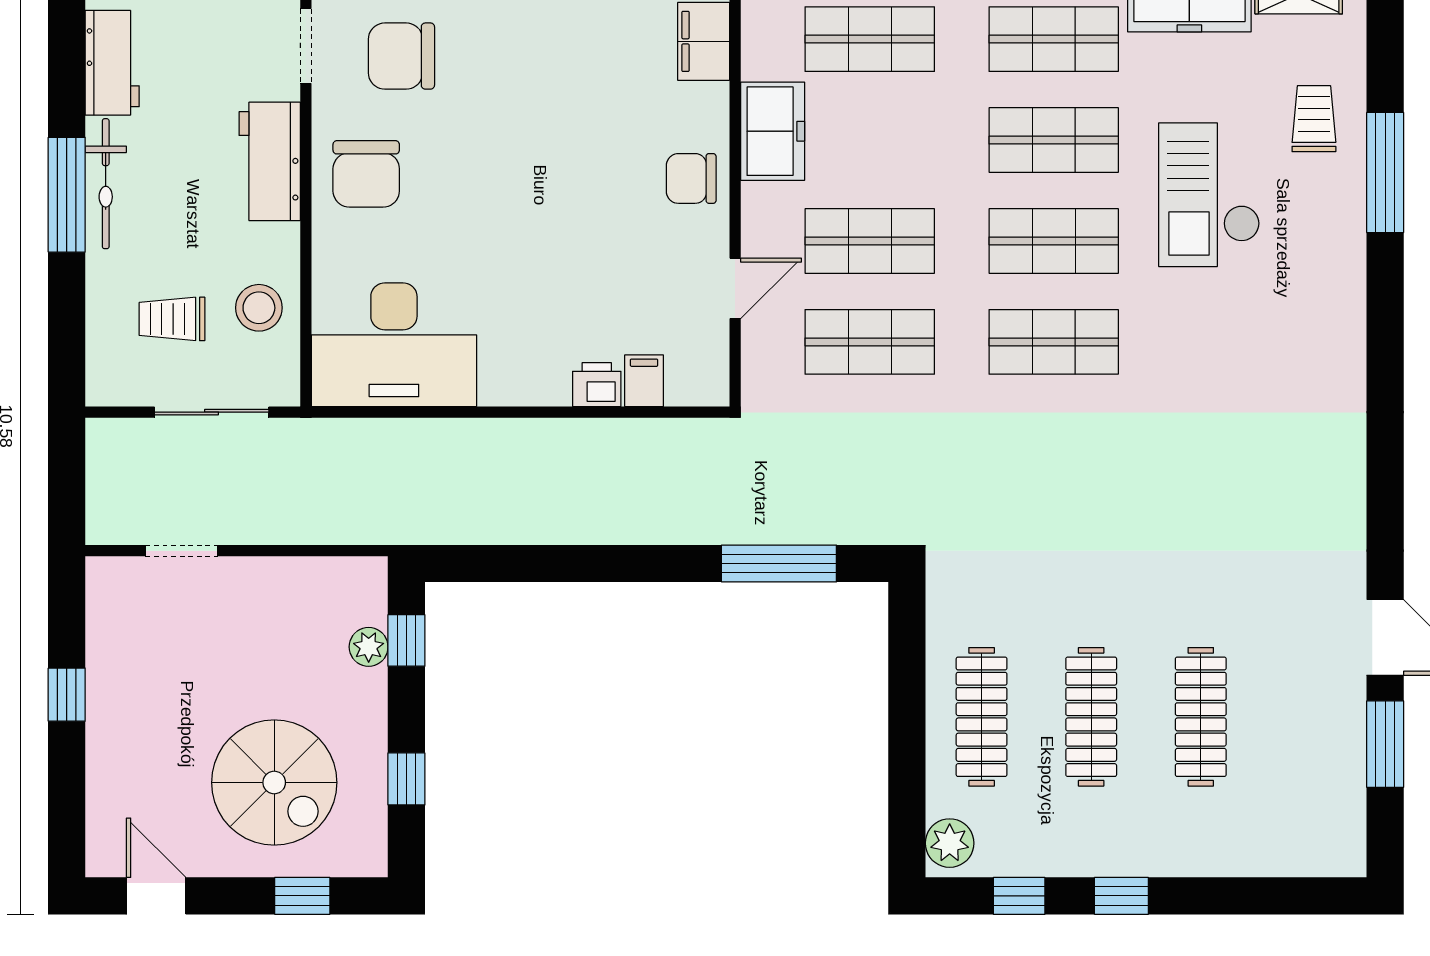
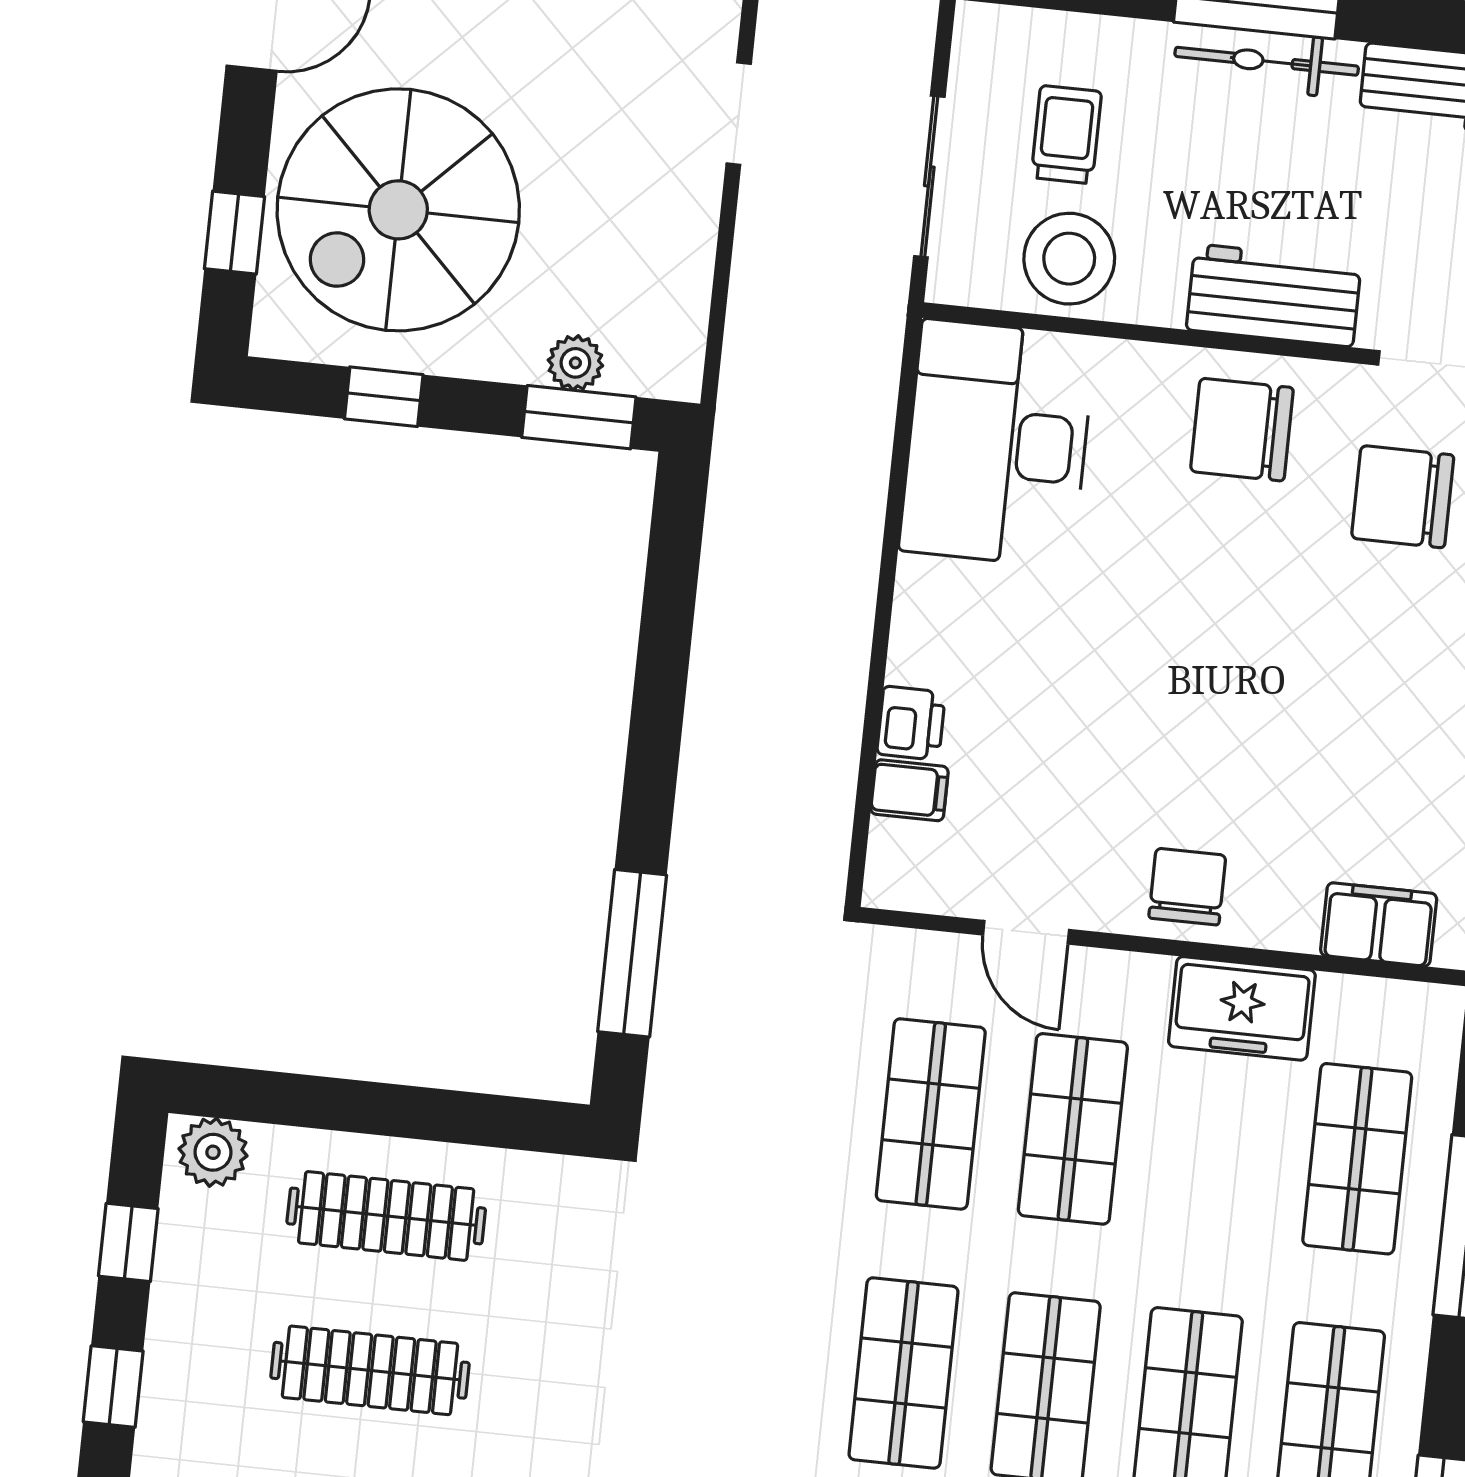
chair: (401, 56) -> (1403, 497), turned -90
stool: (259, 308) -> (1069, 259), width x1.38, depth x1.38
window: (406, 640) -> (579, 417), width x1.50
spiral stairs: (274, 783) -> (398, 210), width x1.37, depth x1.37

